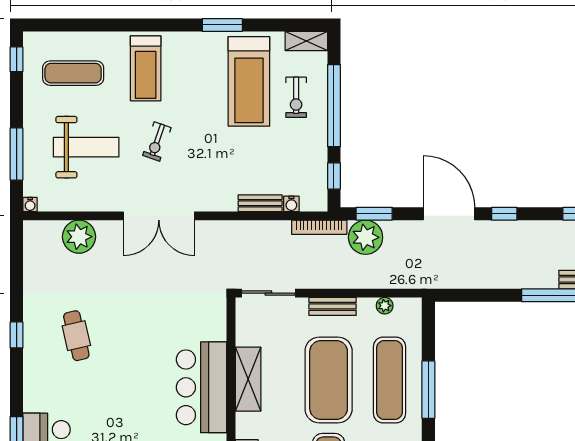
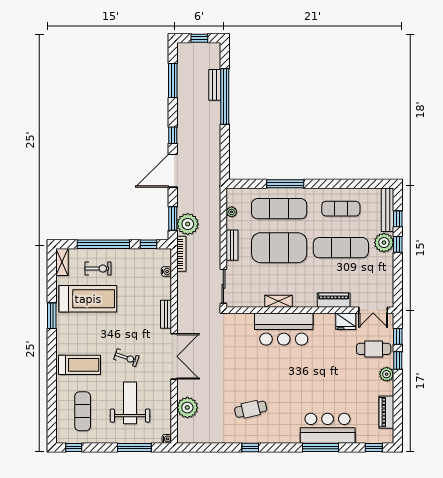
bench: (260, 203) -> (166, 314), moved
shelving: (248, 379) -> (279, 301), width x0.67, depth x0.75

